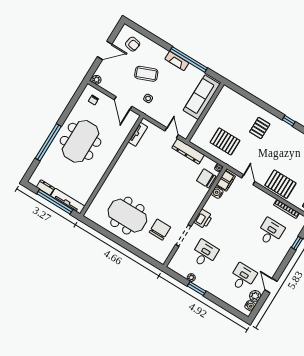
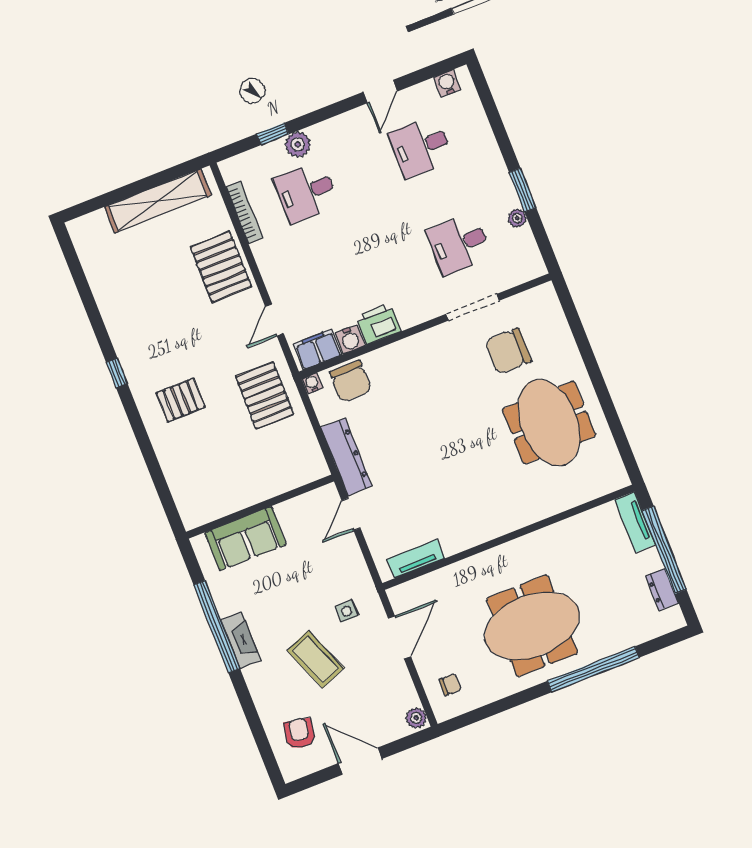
sofa: (202, 97) -> (245, 538), width x0.73
pallet: (225, 141) -> (265, 395), moved
tv unit: (68, 201) -> (635, 522), width x0.71
printer: (203, 219) -> (378, 324), moved
plant: (255, 296) -> (298, 144), moved

